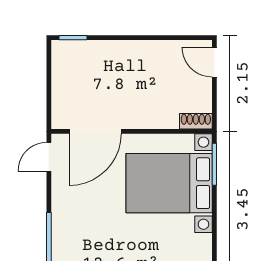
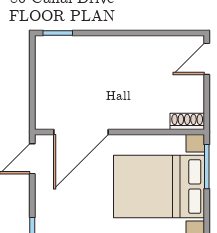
door: (214, 62) -> (207, 59), hinge flipped

